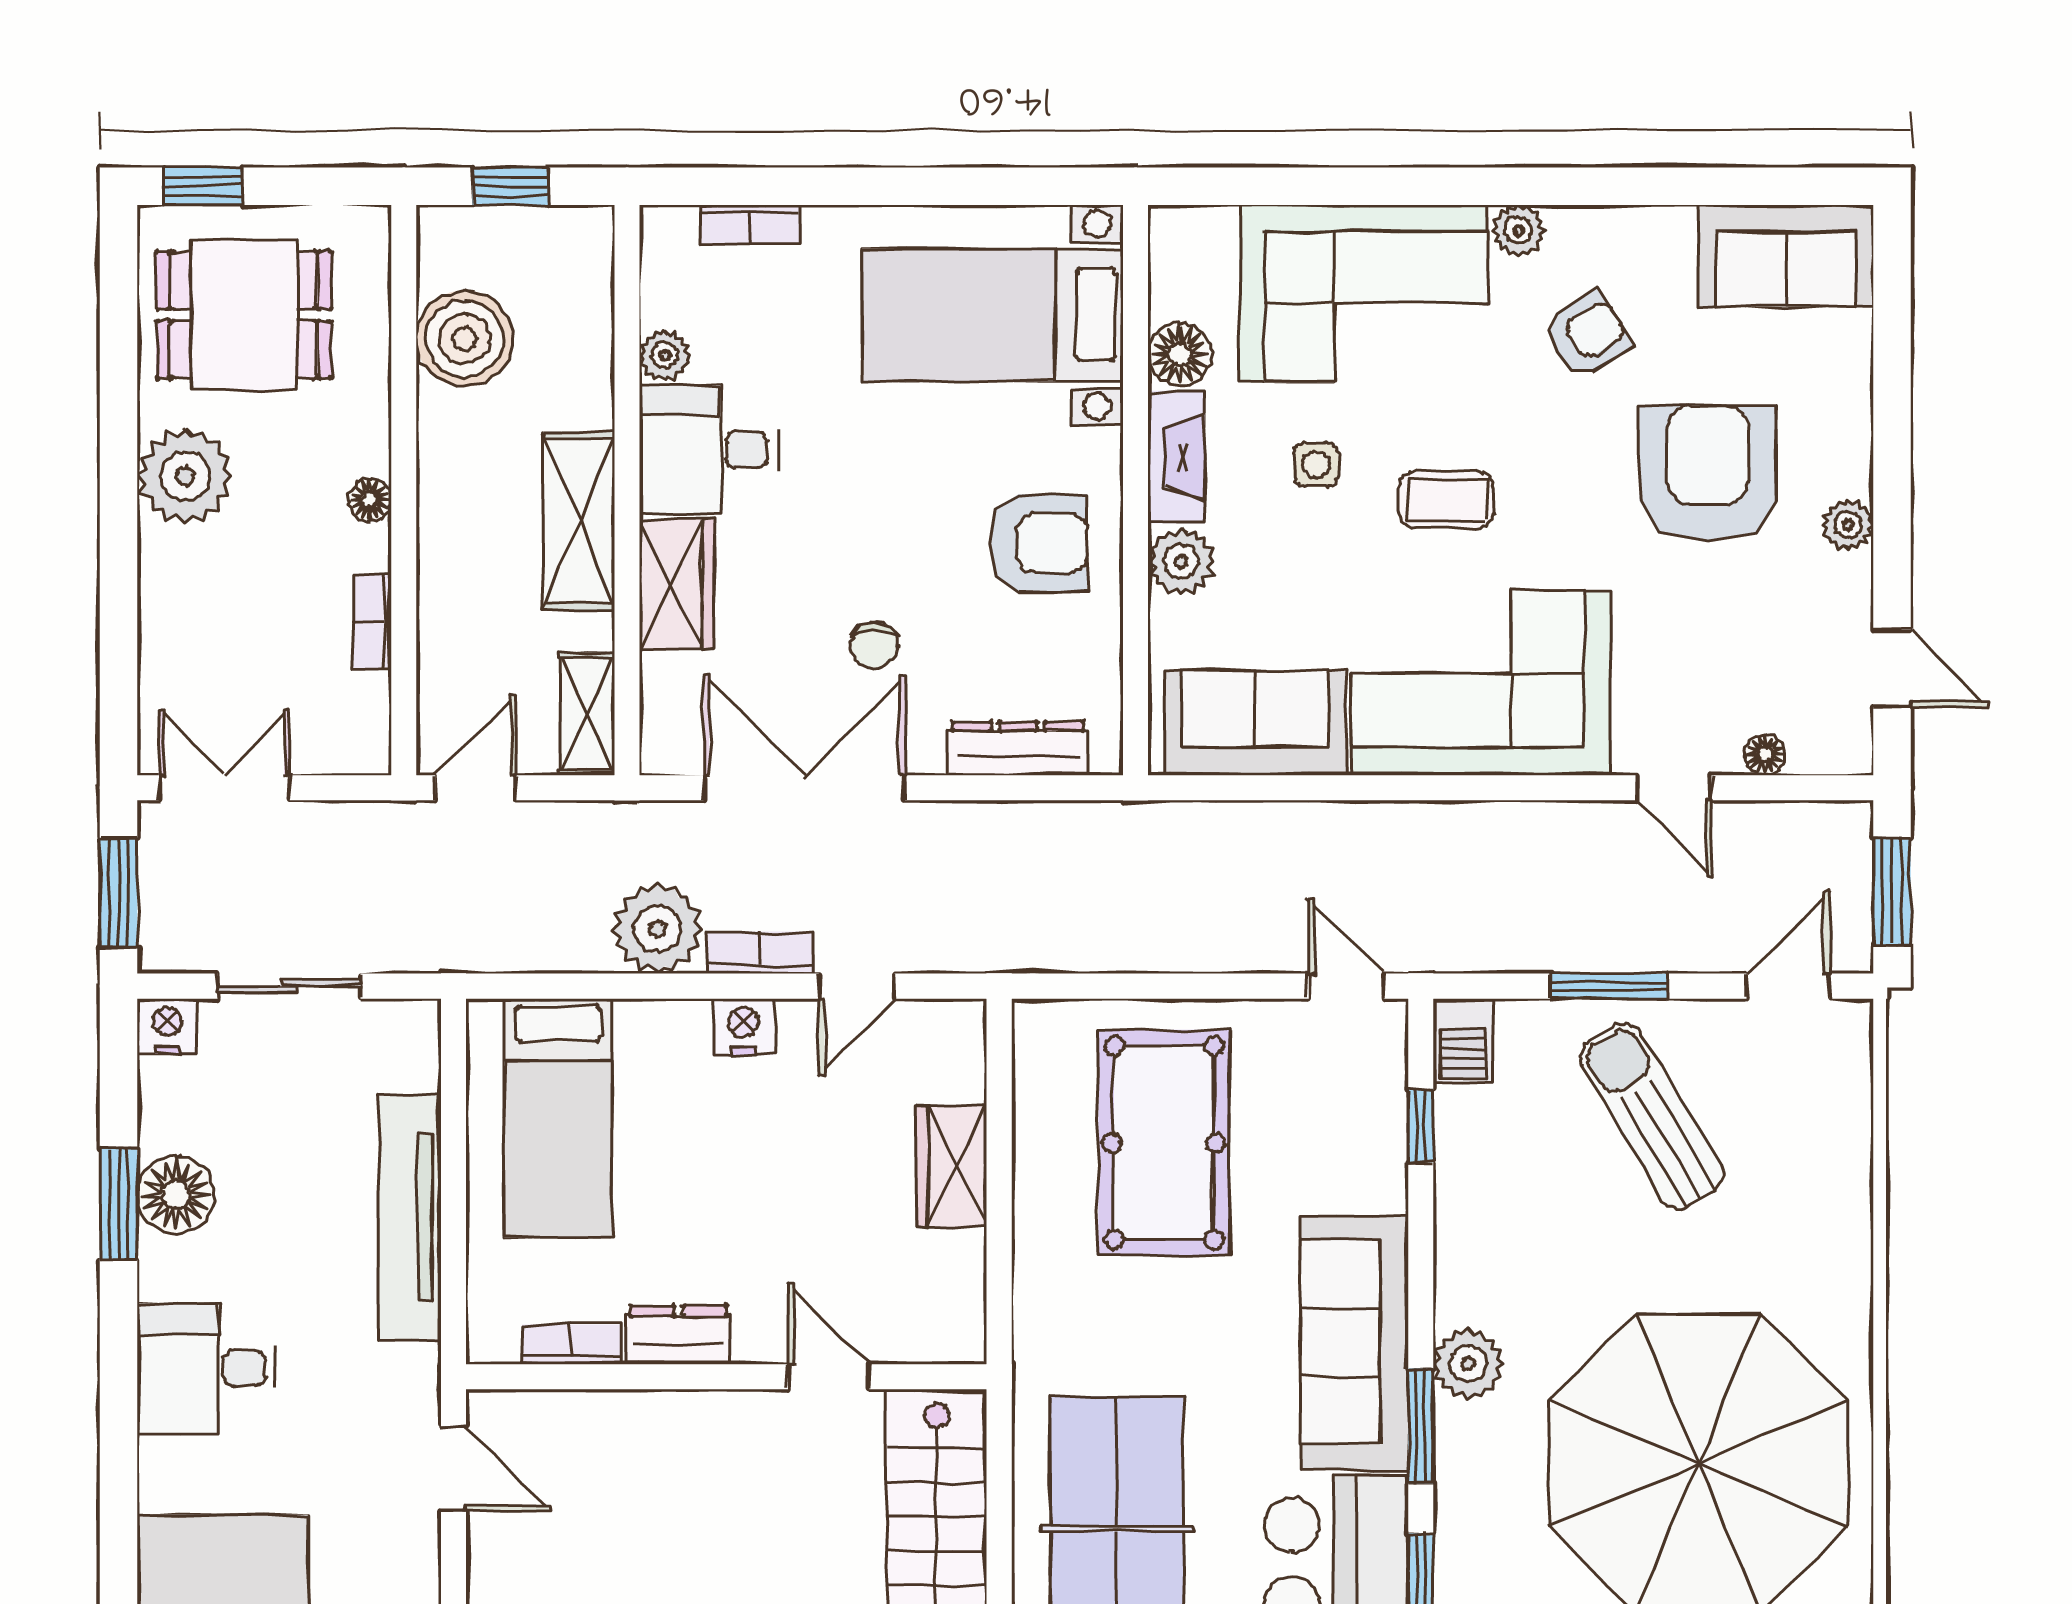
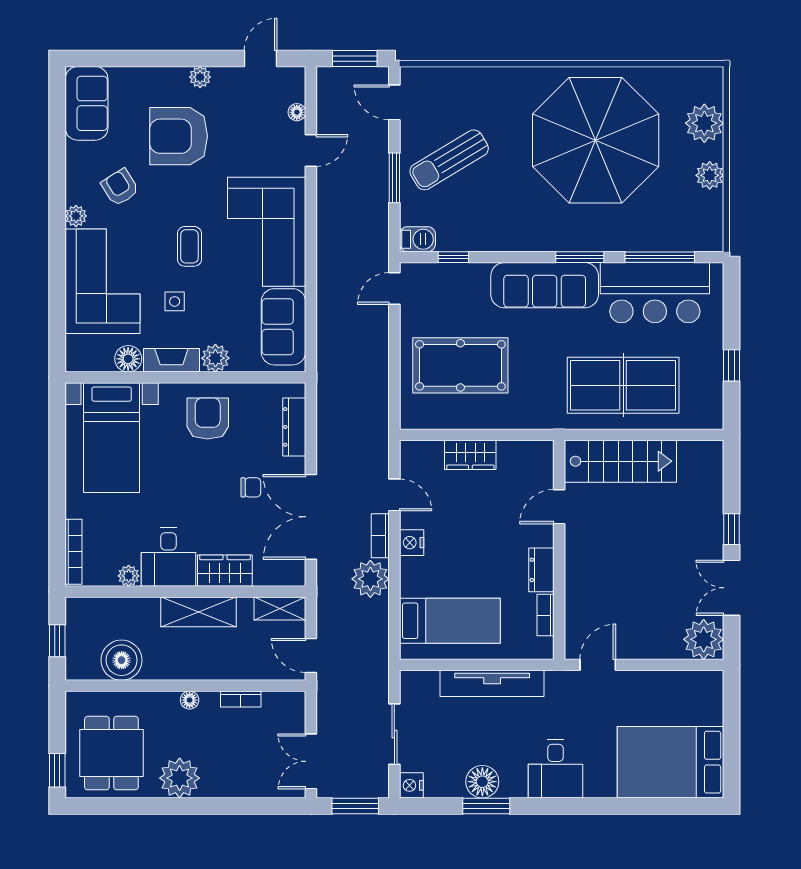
bookcase: (750, 225) -> (73, 552), width x1.56
plant: (1468, 1364) -> (554, 237), removed

